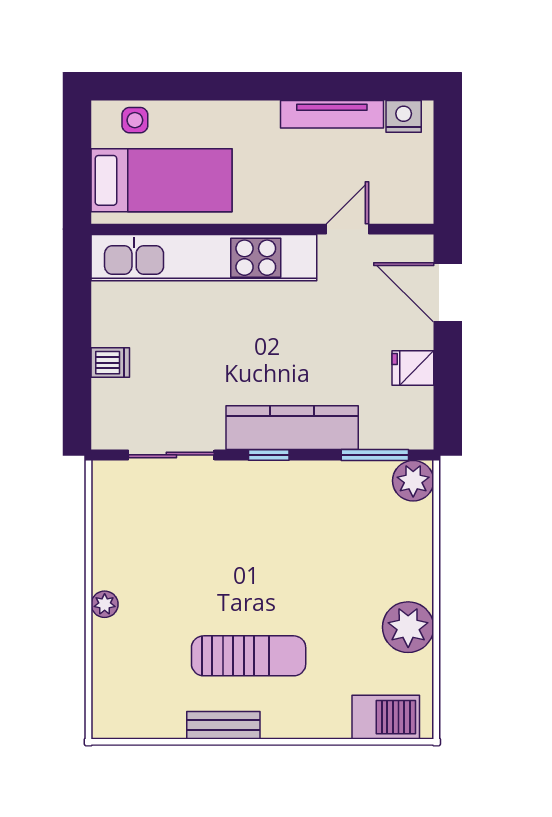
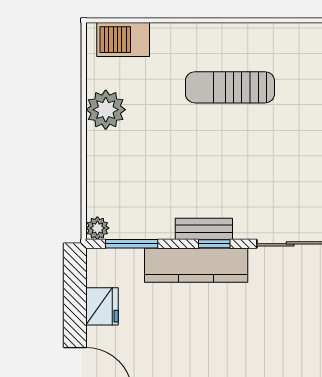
fridge: (413, 368) -> (102, 306), width x1.38
plant: (413, 481) -> (97, 228), width x0.73, depth x0.73
bench: (223, 725) -> (204, 229), moved

